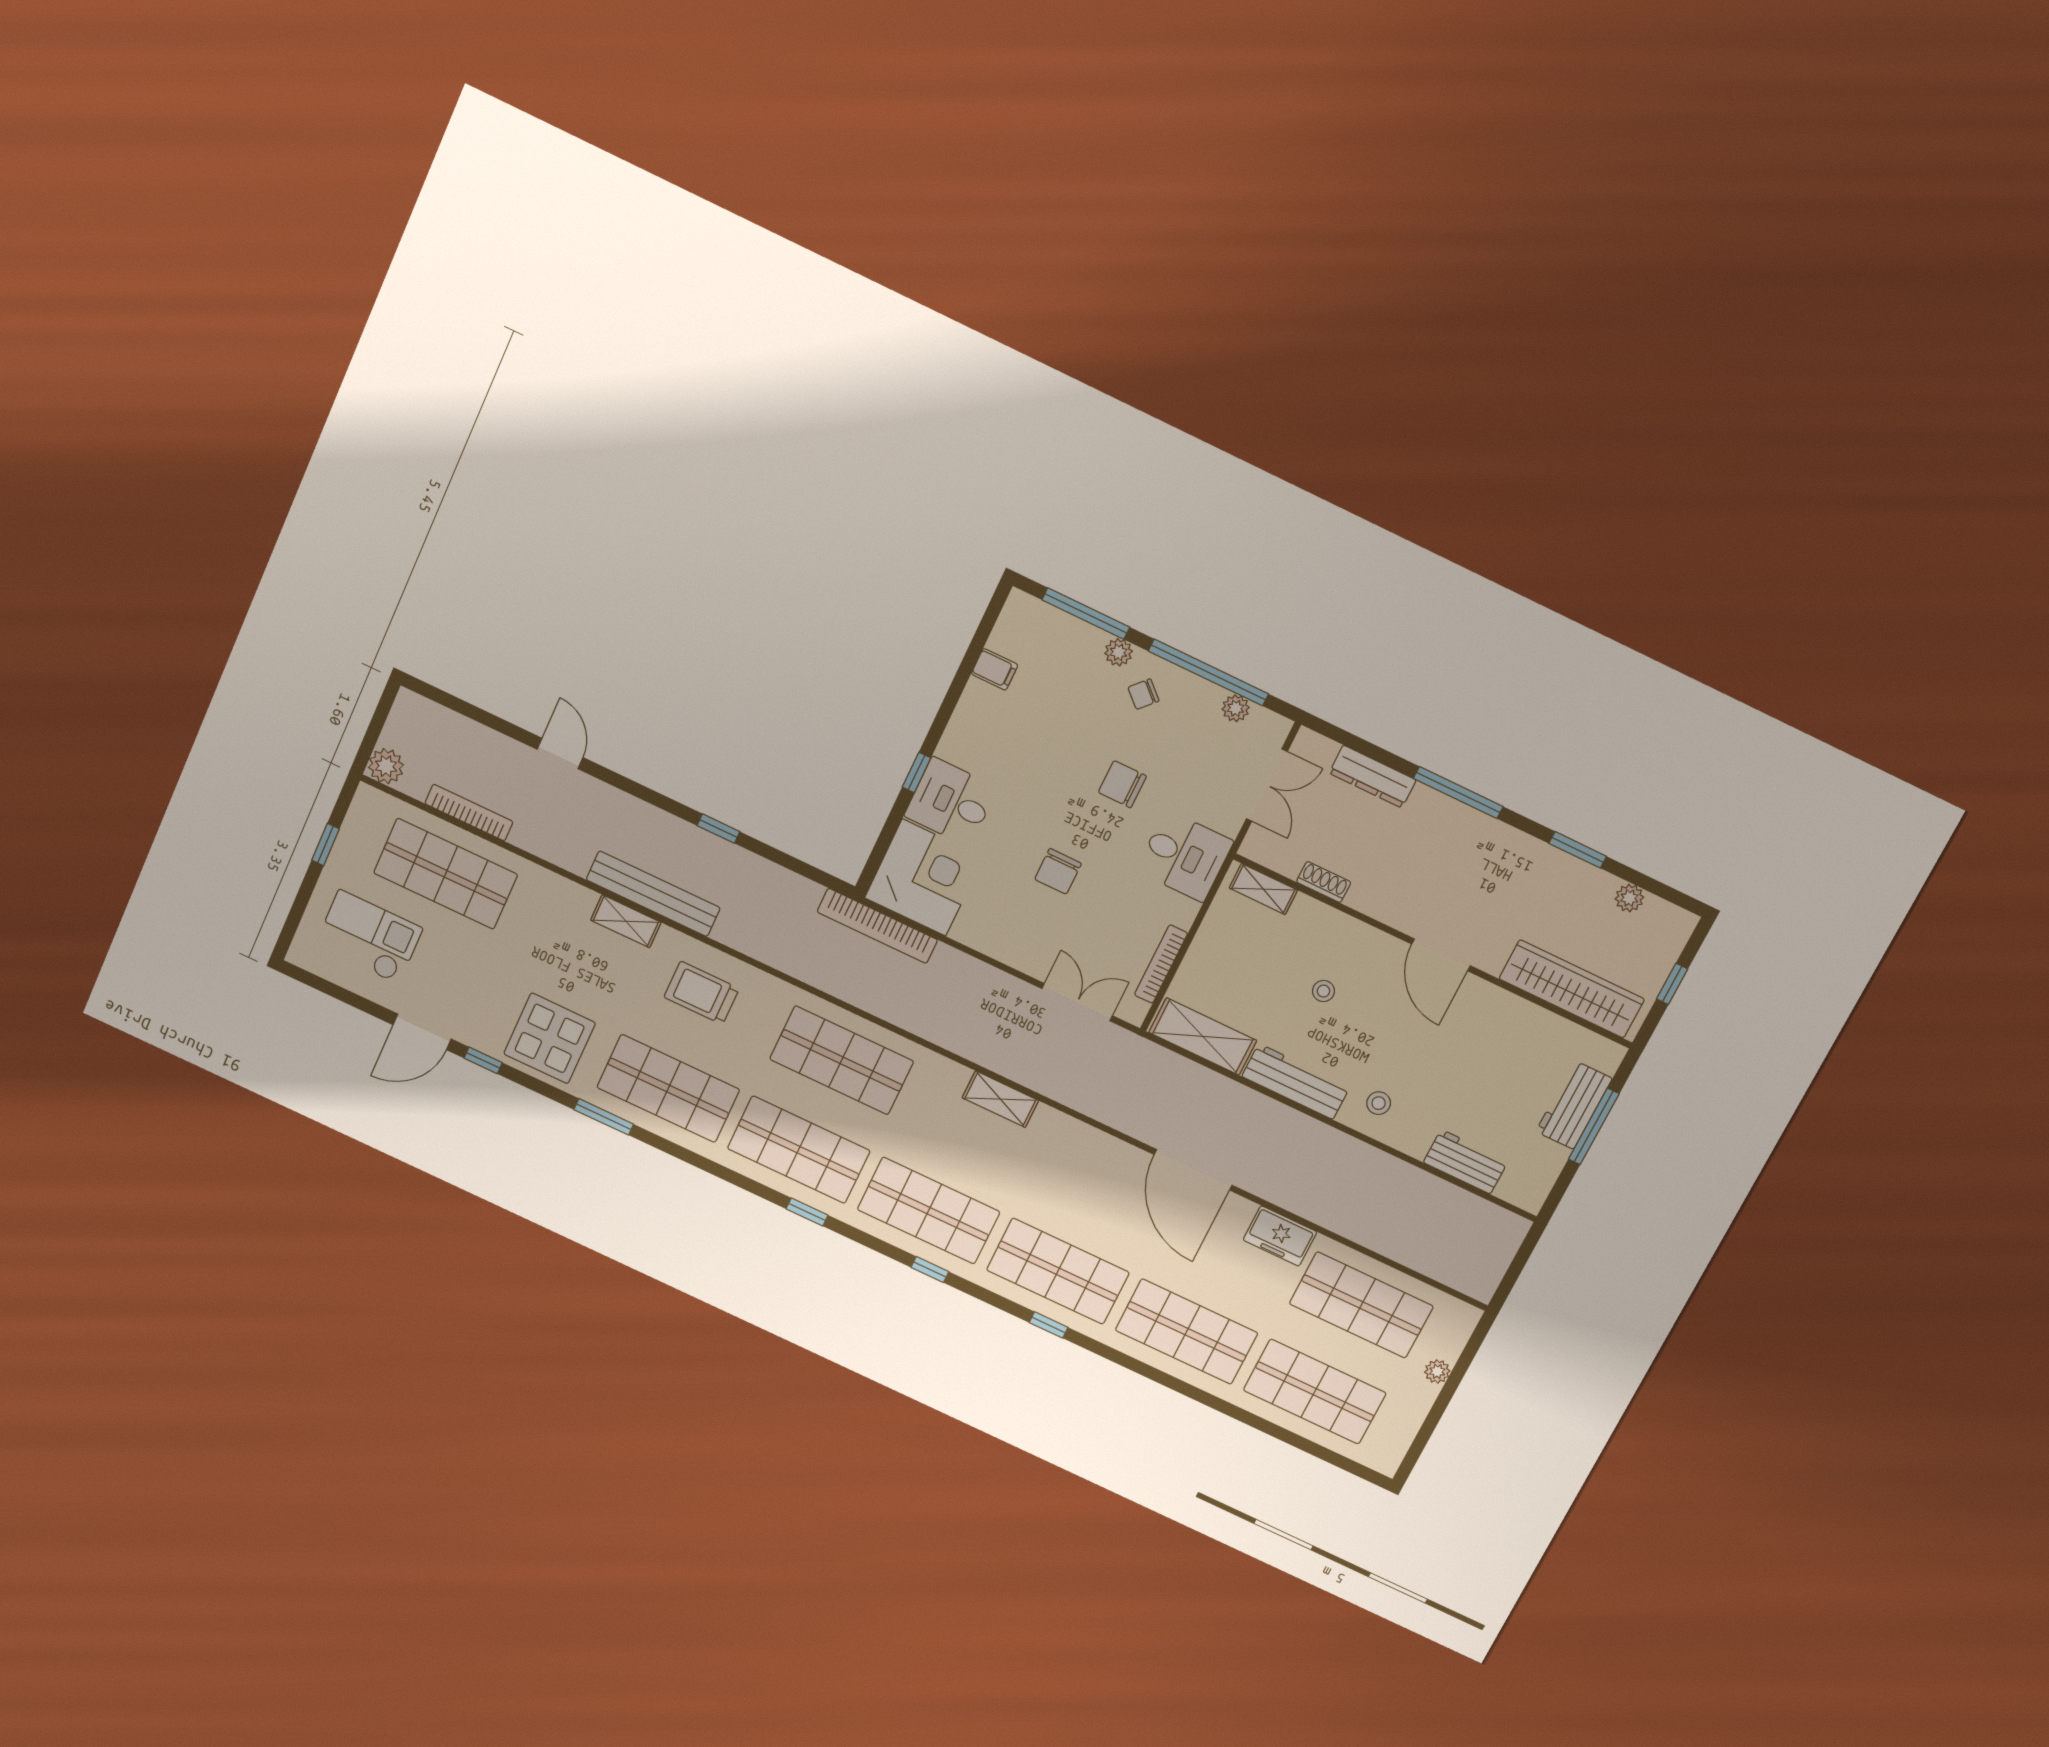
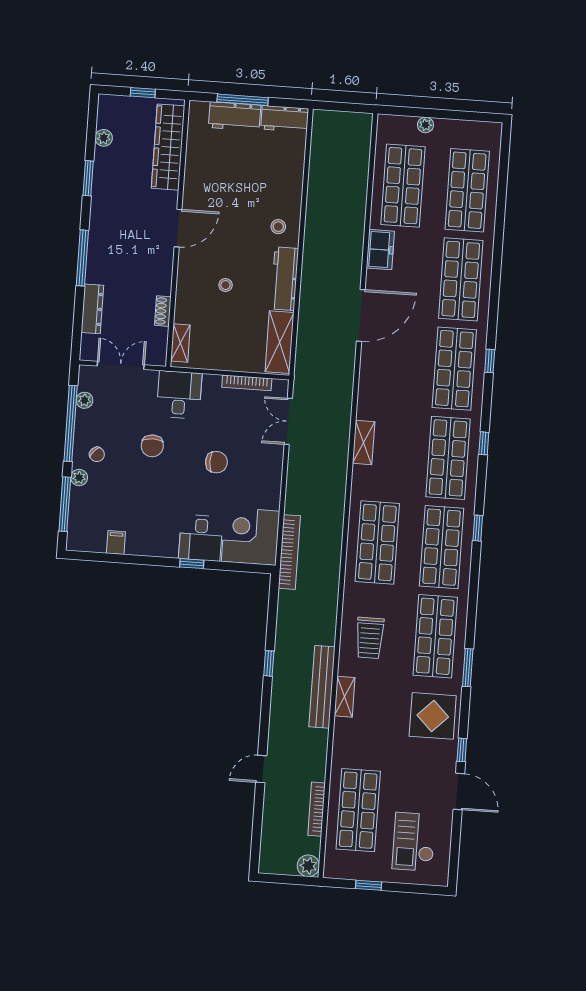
workbench: (1466, 1162) -> (285, 119), moved, turned -90

